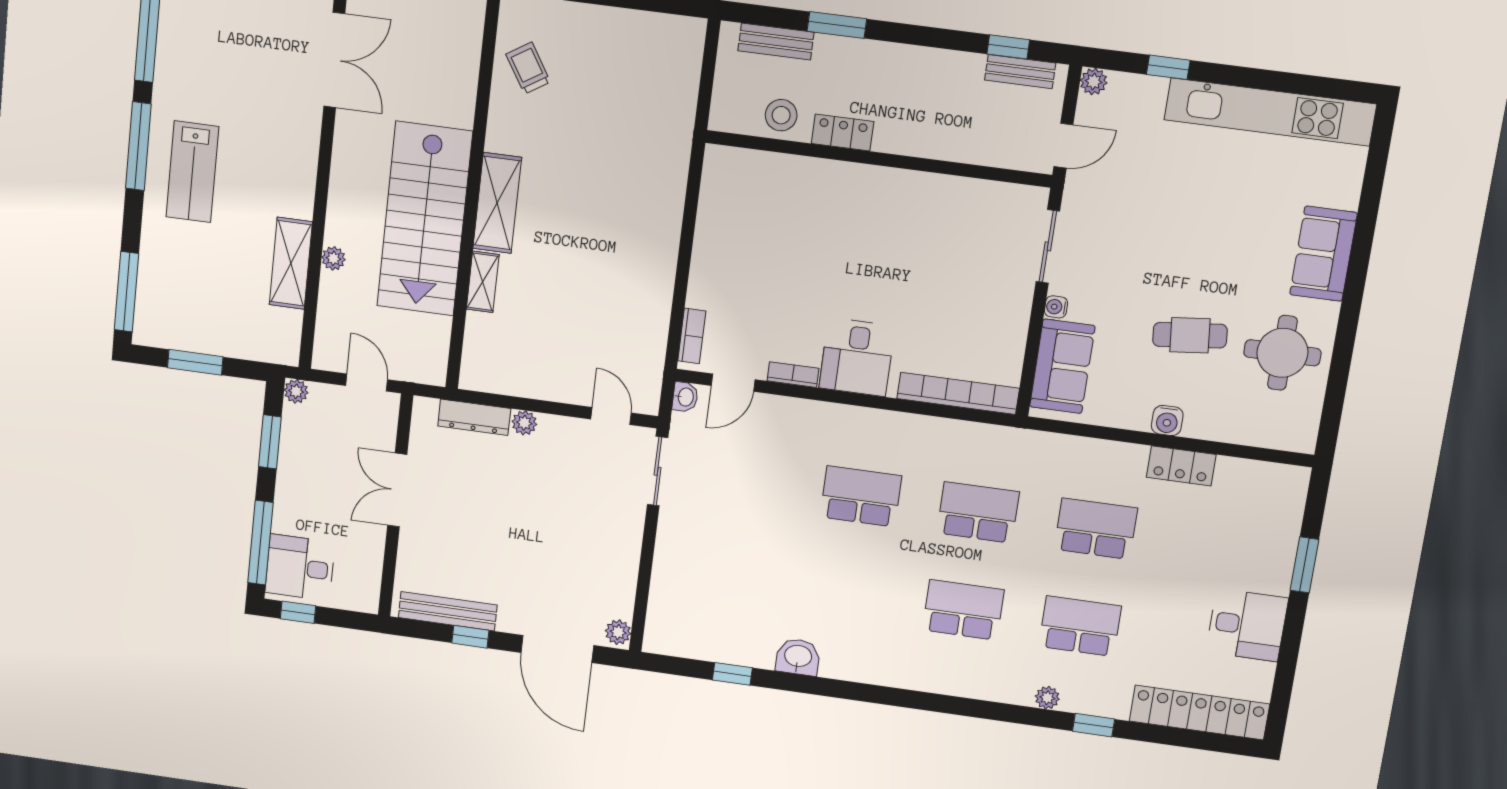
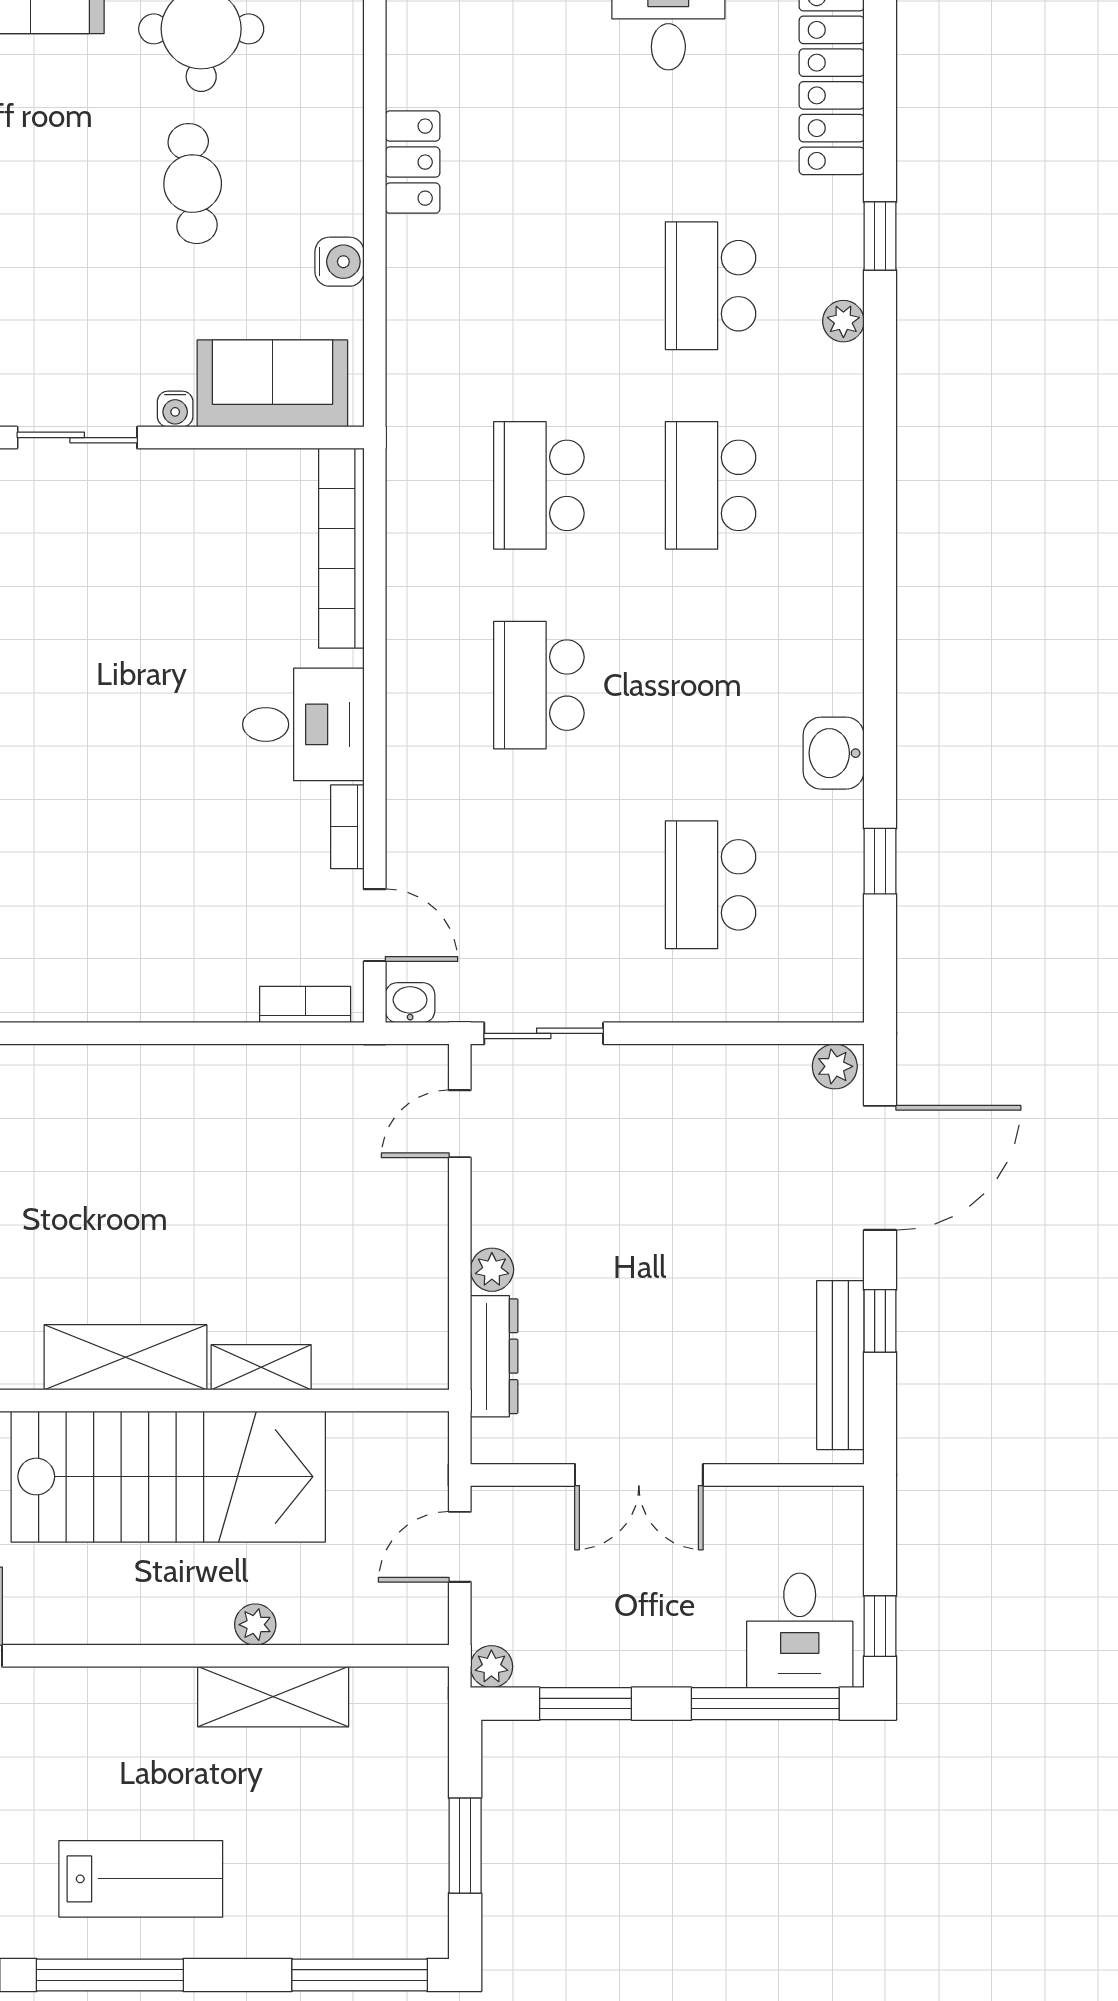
water cooler: (1167, 420) -> (339, 262), moved
school desk: (1096, 529) -> (710, 885), moved

